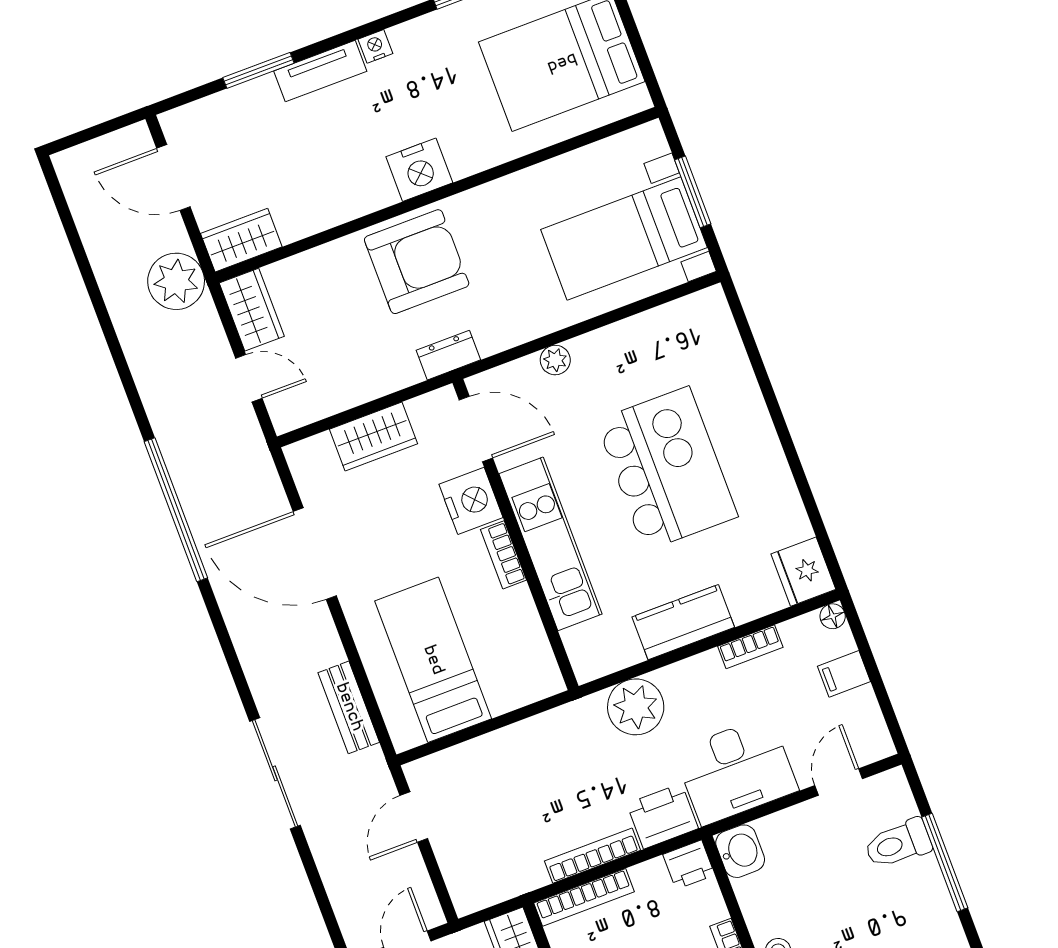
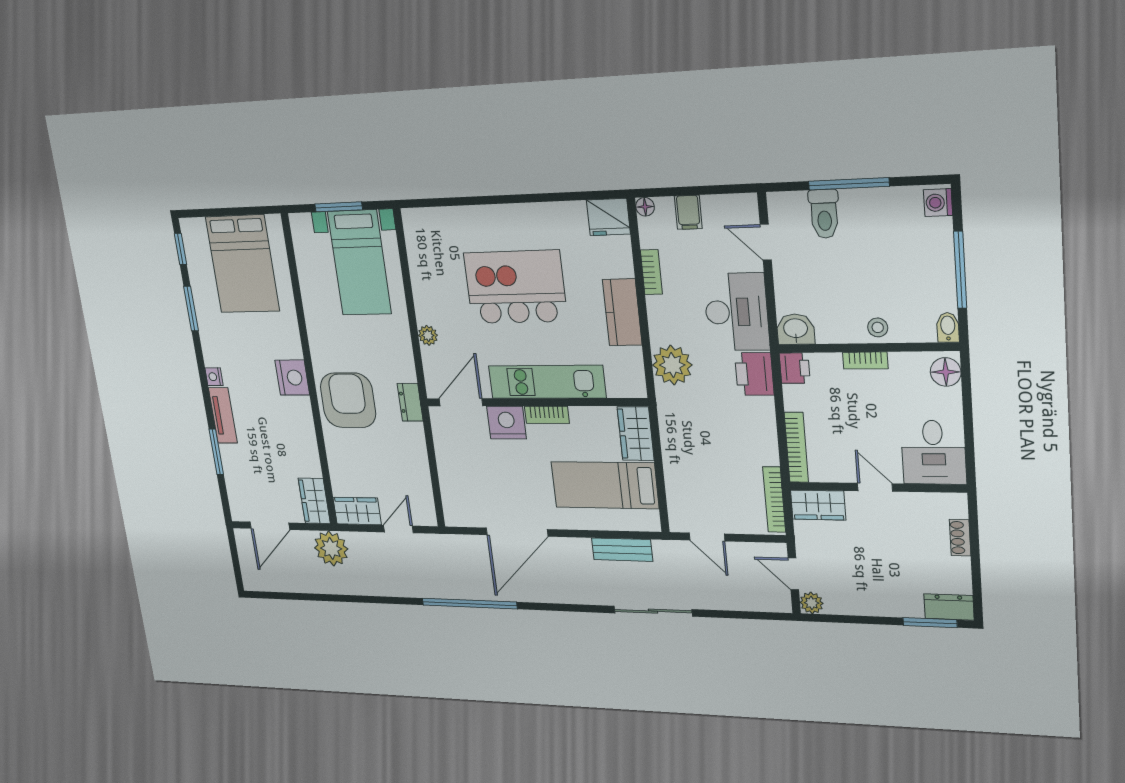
wardrobe: (374, 436) -> (636, 434), moved, turned 180
bookcase: (592, 856) -> (774, 500), moved

